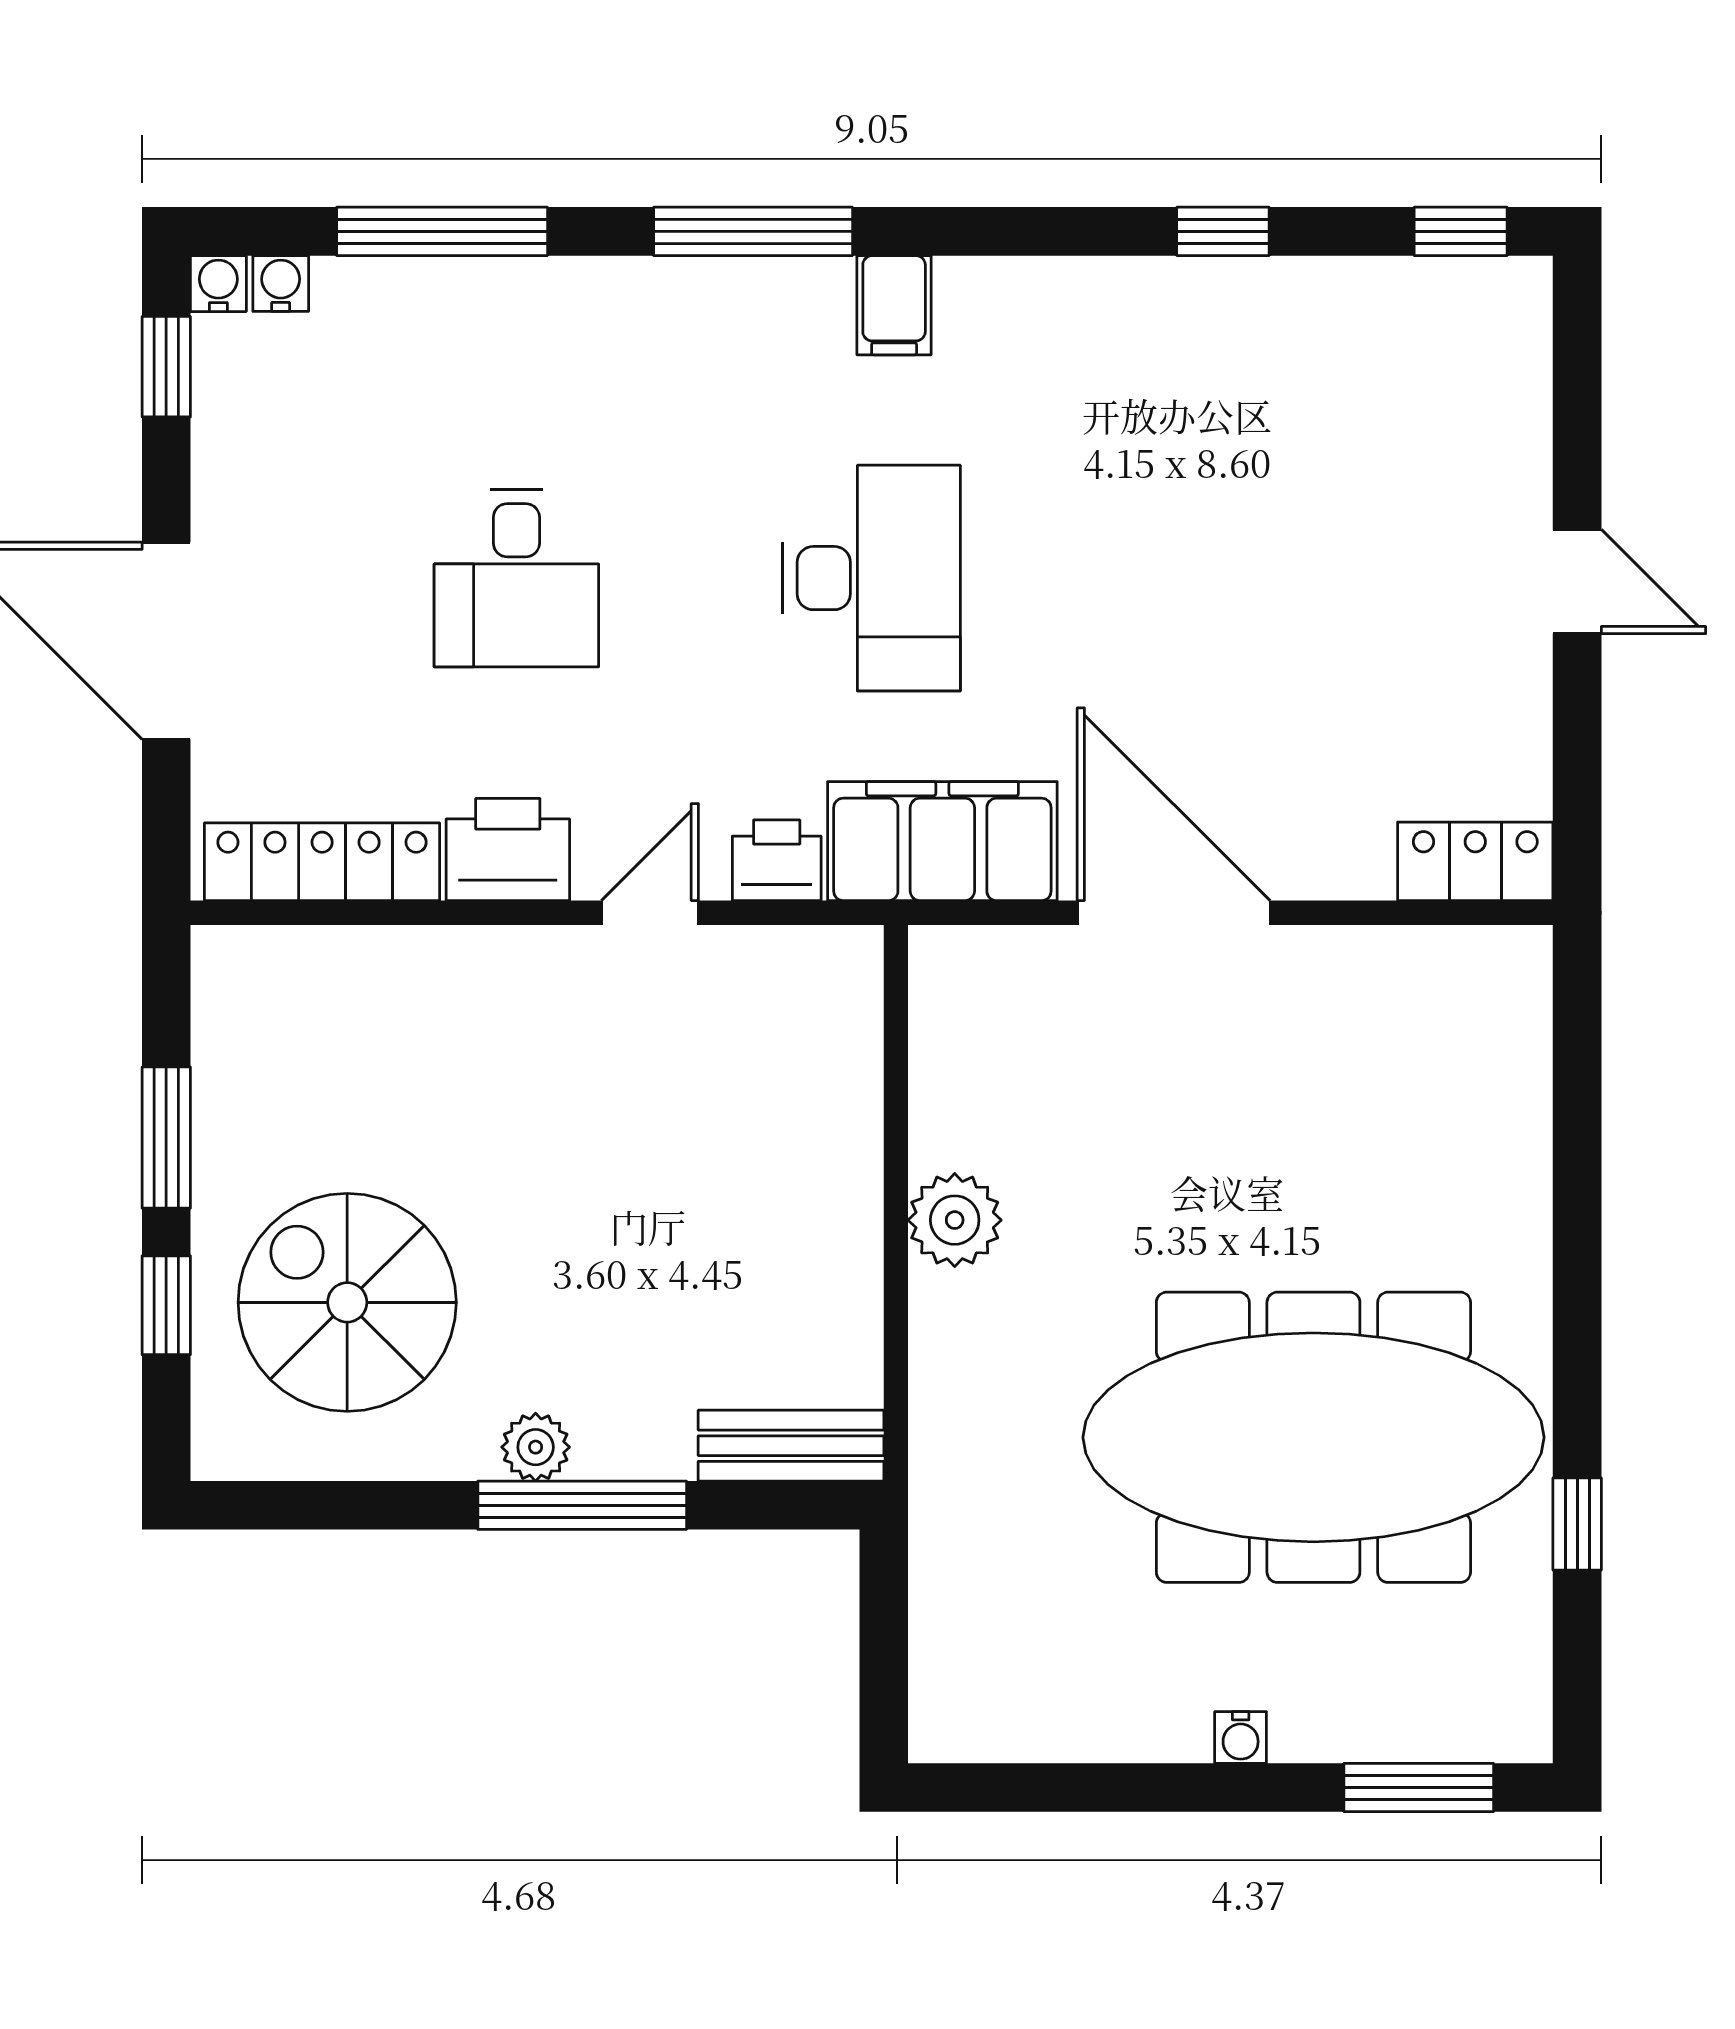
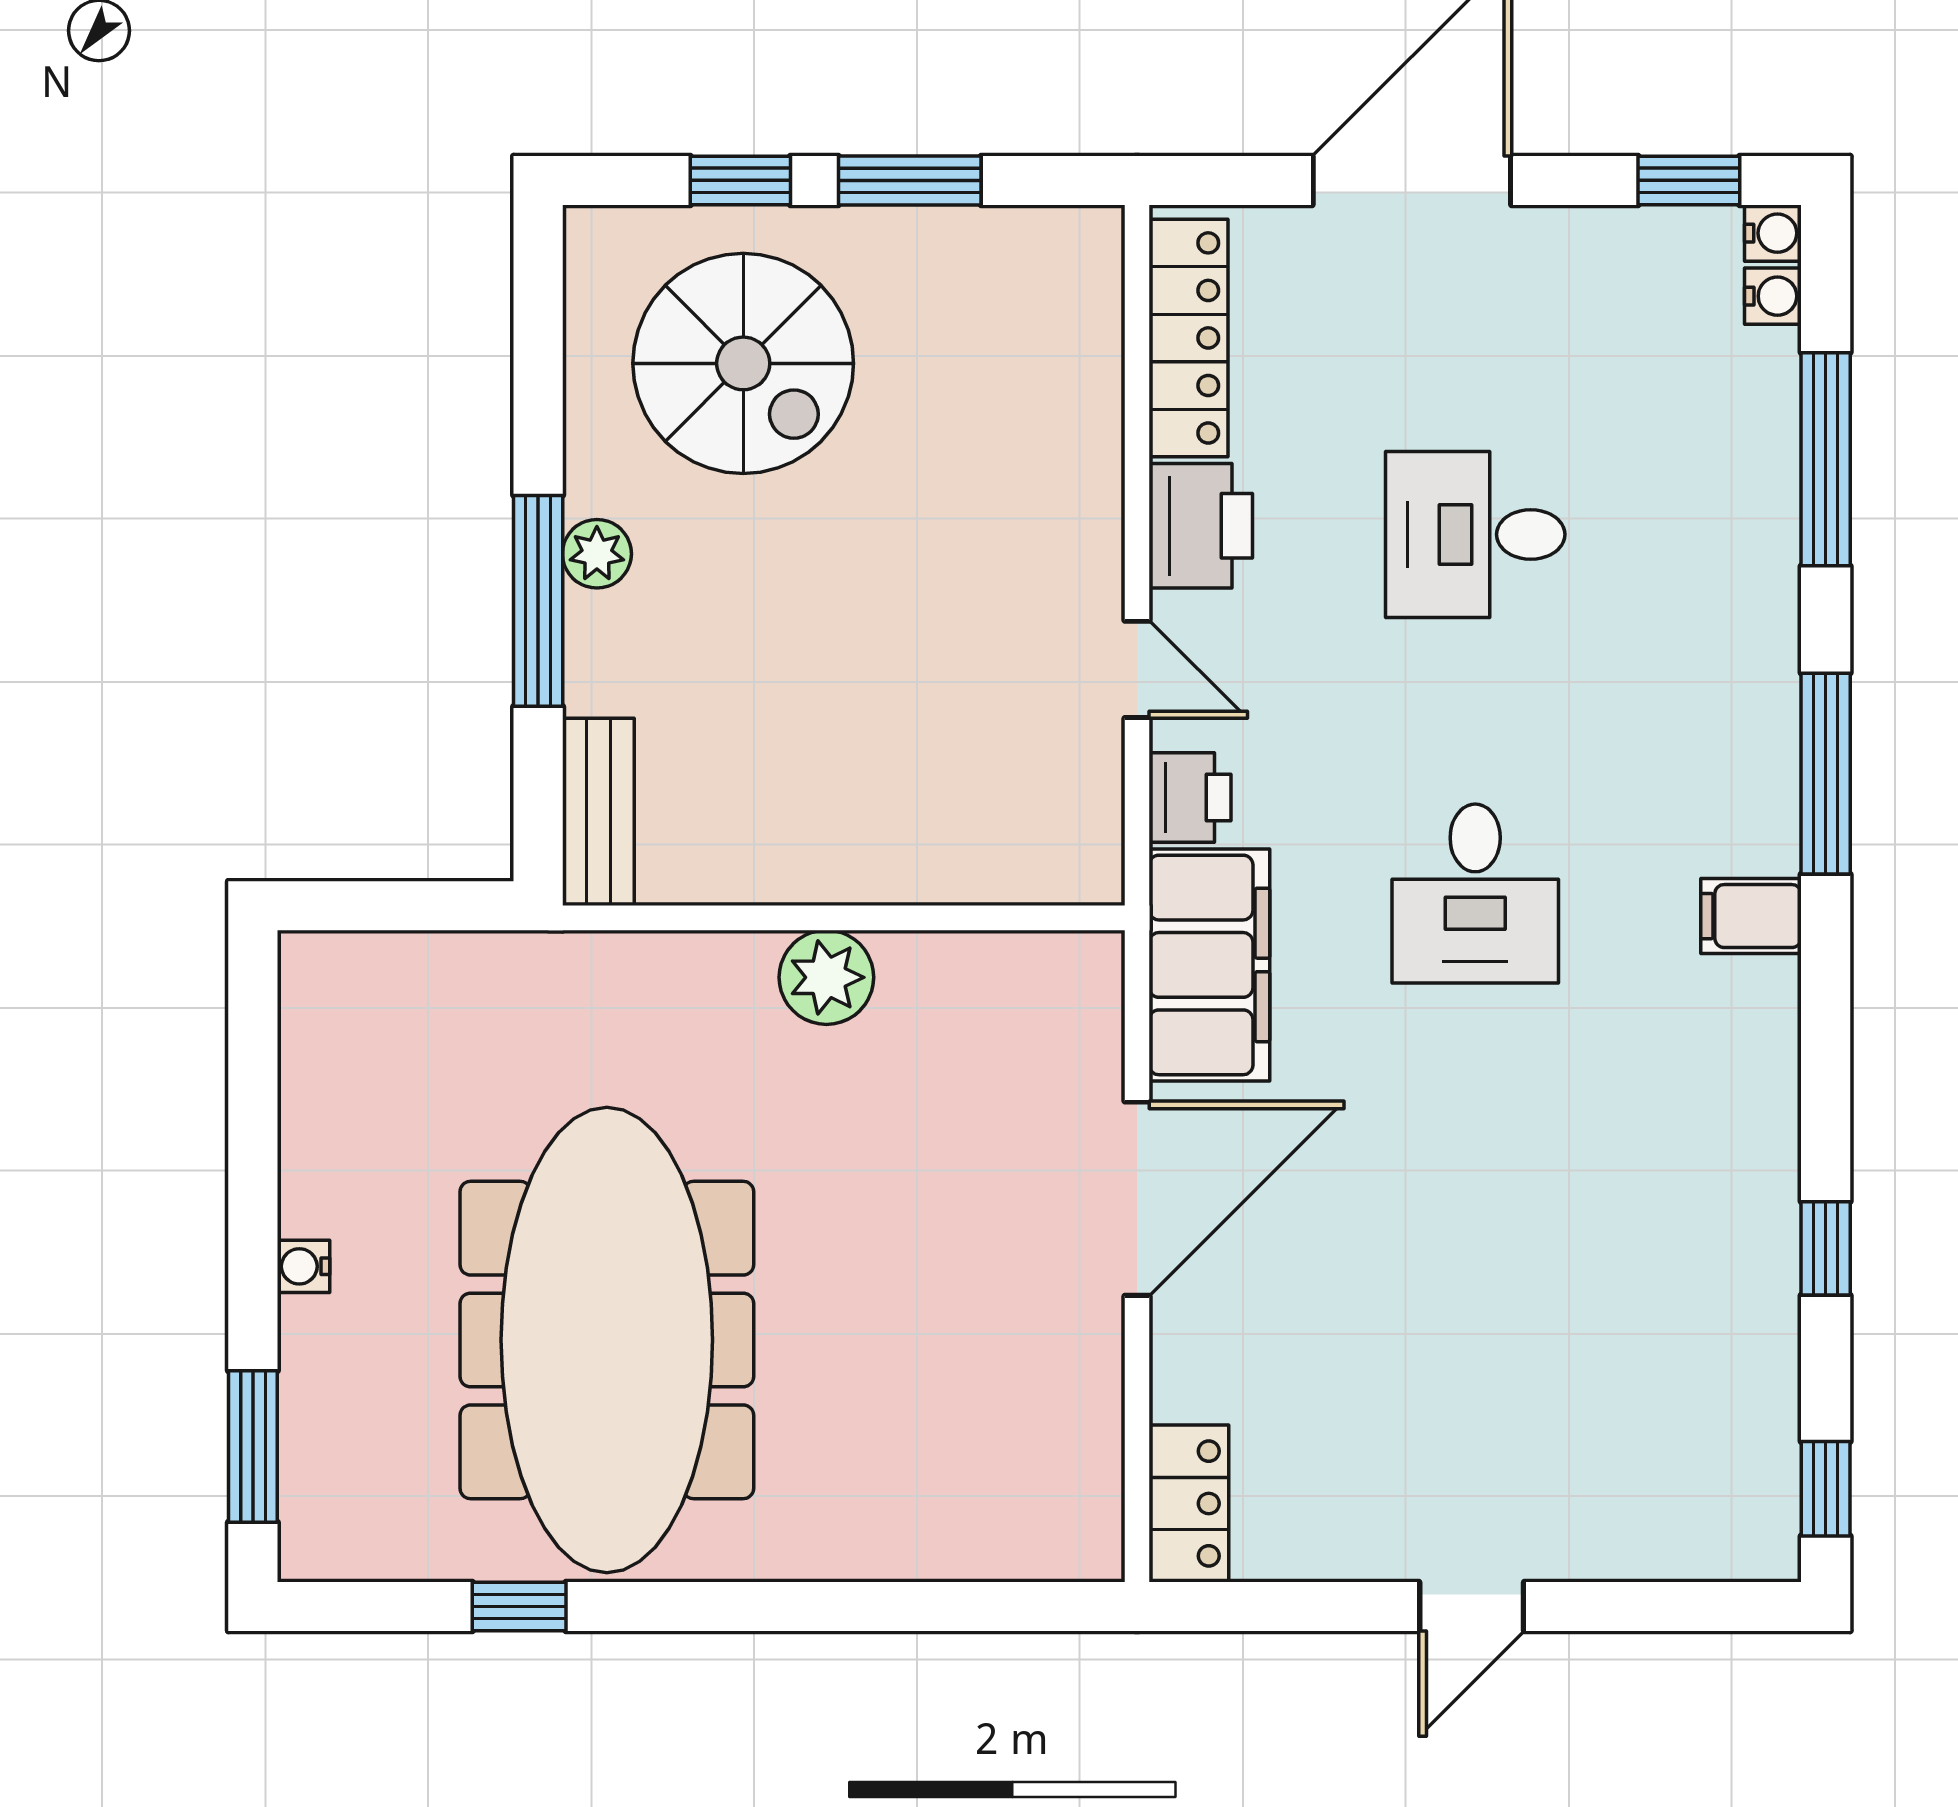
desk: (872, 578) -> (1475, 893), width x0.73
spiral stairs: (347, 1302) -> (743, 363), turned 90

